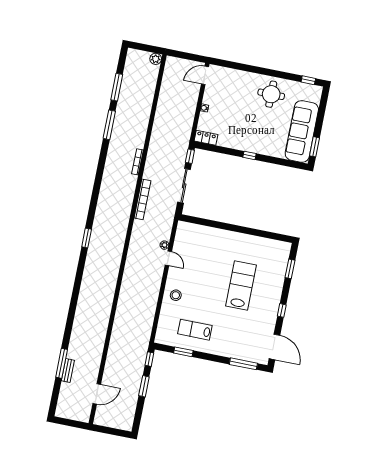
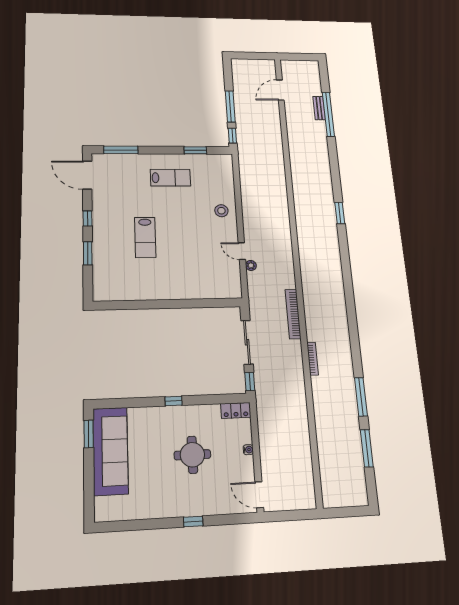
plant: (156, 59) -> (329, 500), removed
door: (205, 75) -> (259, 495), swing flipped
window: (308, 80) -> (193, 521), moved
round table: (271, 94) -> (192, 455), moved
window: (87, 238) -> (340, 213), moved
window: (290, 269) -> (88, 253), moved
lab bench: (241, 285) -> (145, 237), width x0.73, depth x0.72
lab bench: (195, 330) -> (170, 178), moved
window: (62, 363) -> (328, 114), width x1.46
window: (144, 386) -> (230, 106), width x1.44

